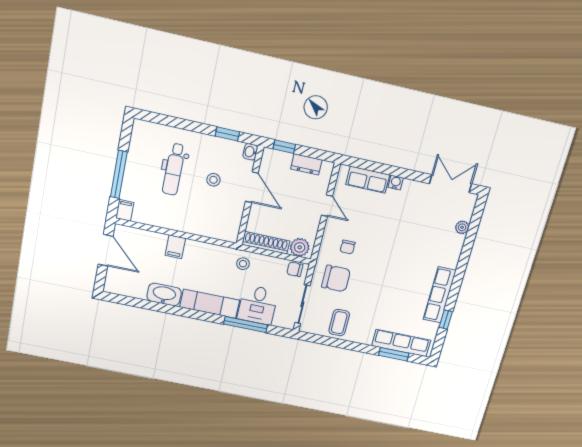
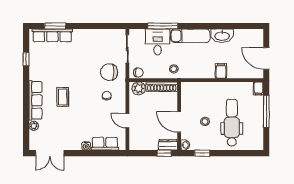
dresser: (306, 164) -> (168, 145), moved
dental chair: (174, 169) -> (232, 123), width x1.36, depth x1.38
row of seats: (439, 295) -> (35, 100), moved
coffee table: (339, 323) -> (63, 97), moved

